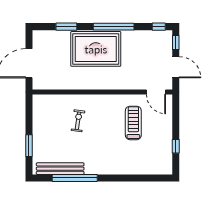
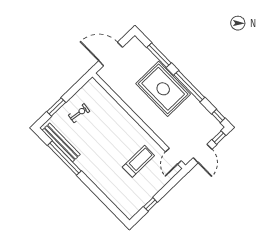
window: (66, 27) -> (159, 55), width x1.44
exercise bike: (78, 121) -> (79, 113), moved

